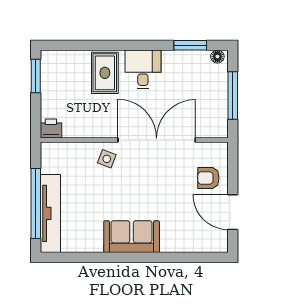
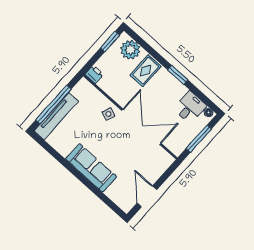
window: (190, 45) -> (178, 75), moved
plant: (67, 65) -> (130, 50), added
desk: (143, 69) -> (190, 107), moved
armchair: (208, 178) -> (150, 169), removed
sofa: (132, 237) -> (91, 168), width x1.36

